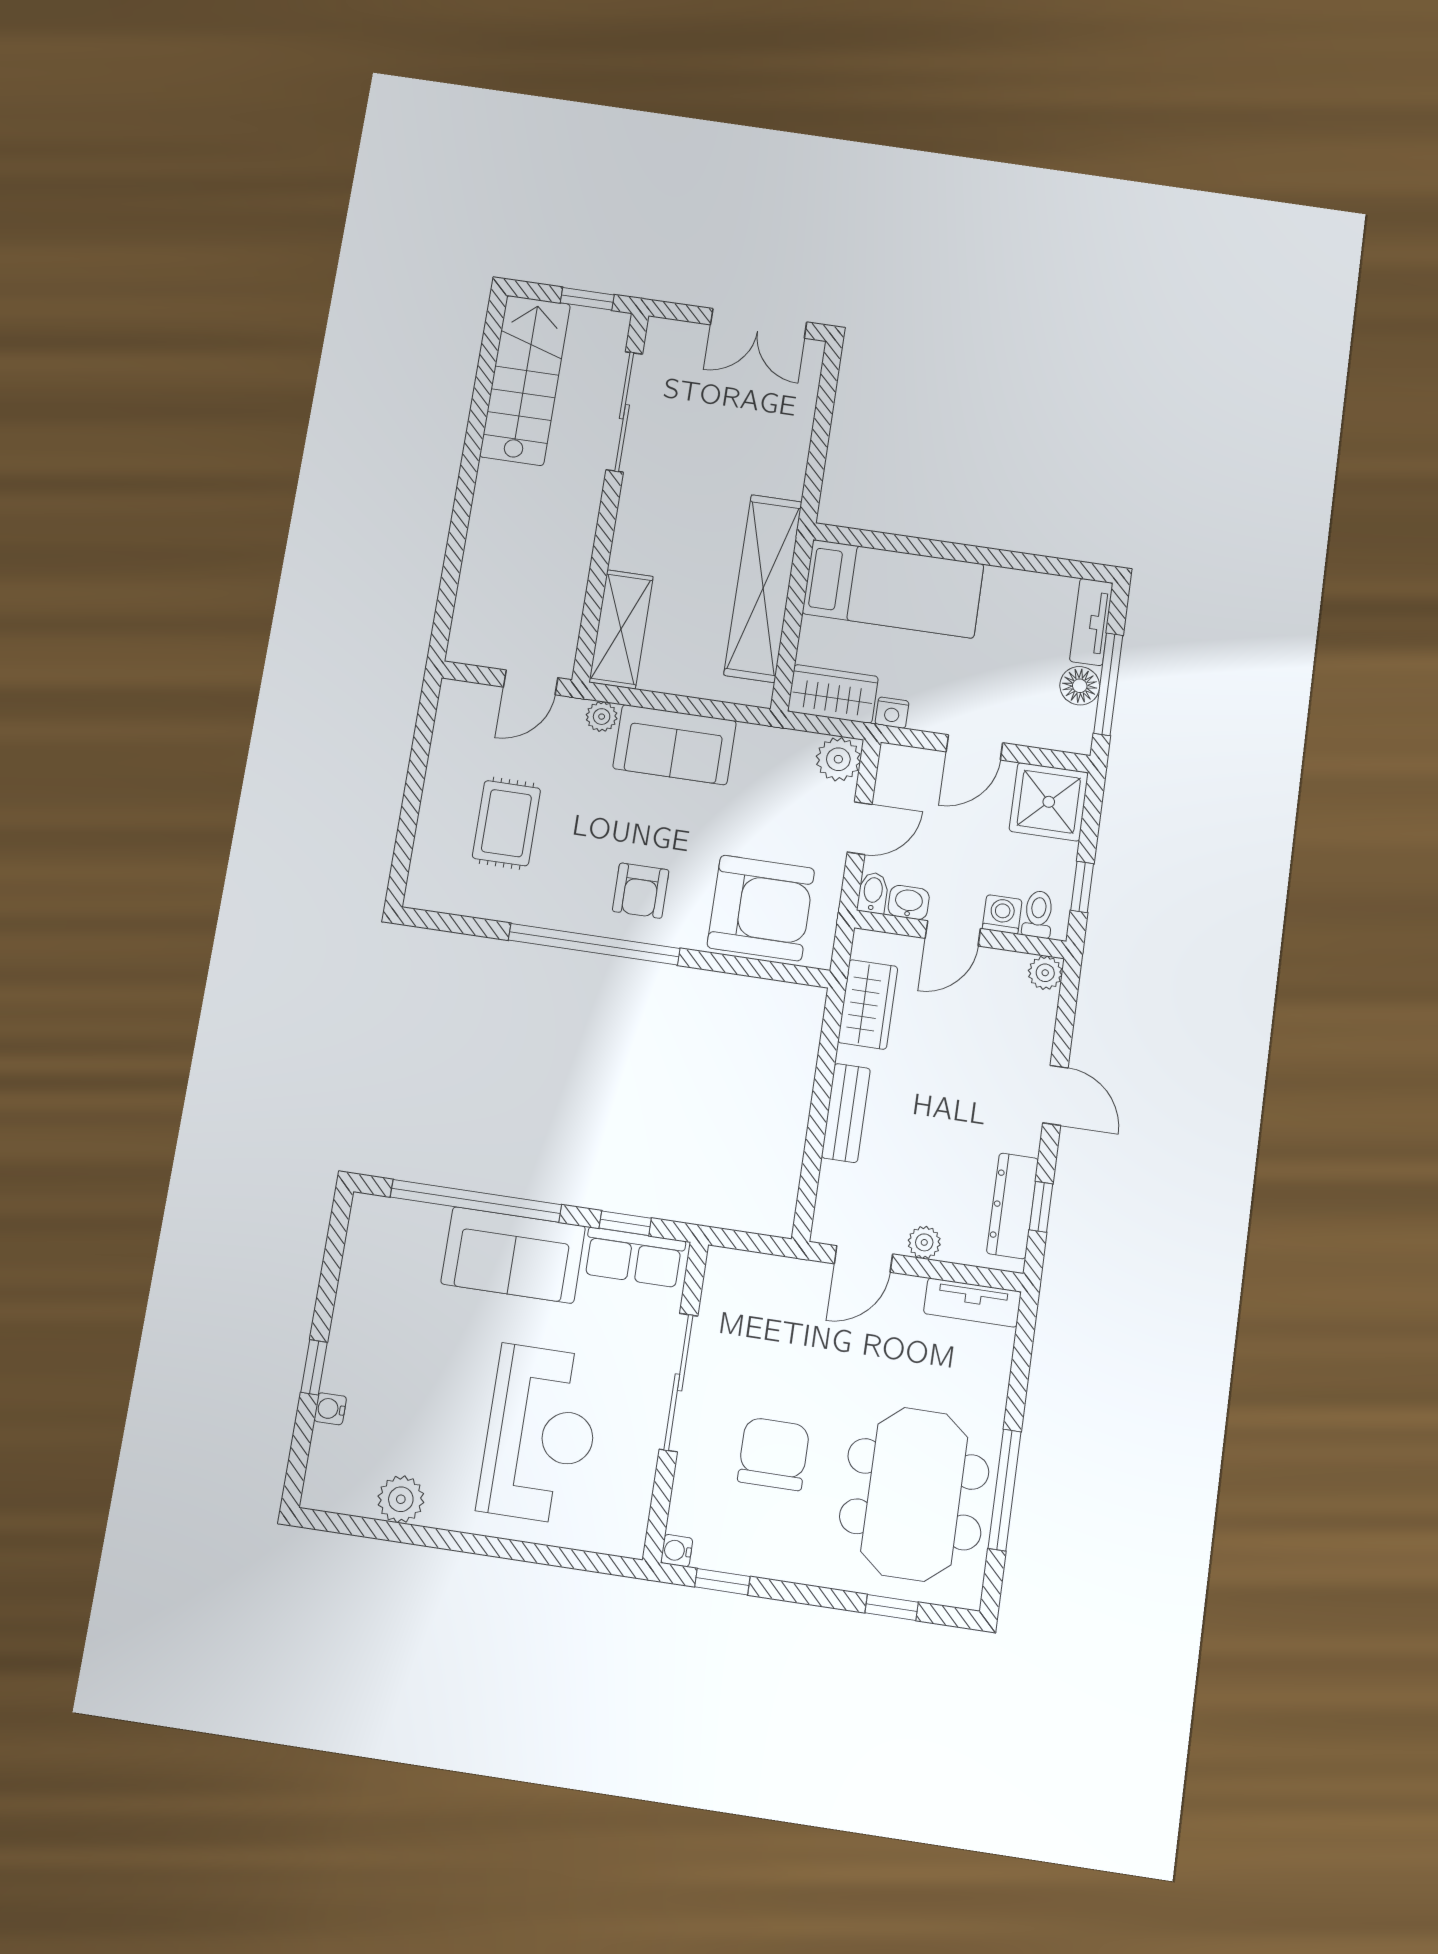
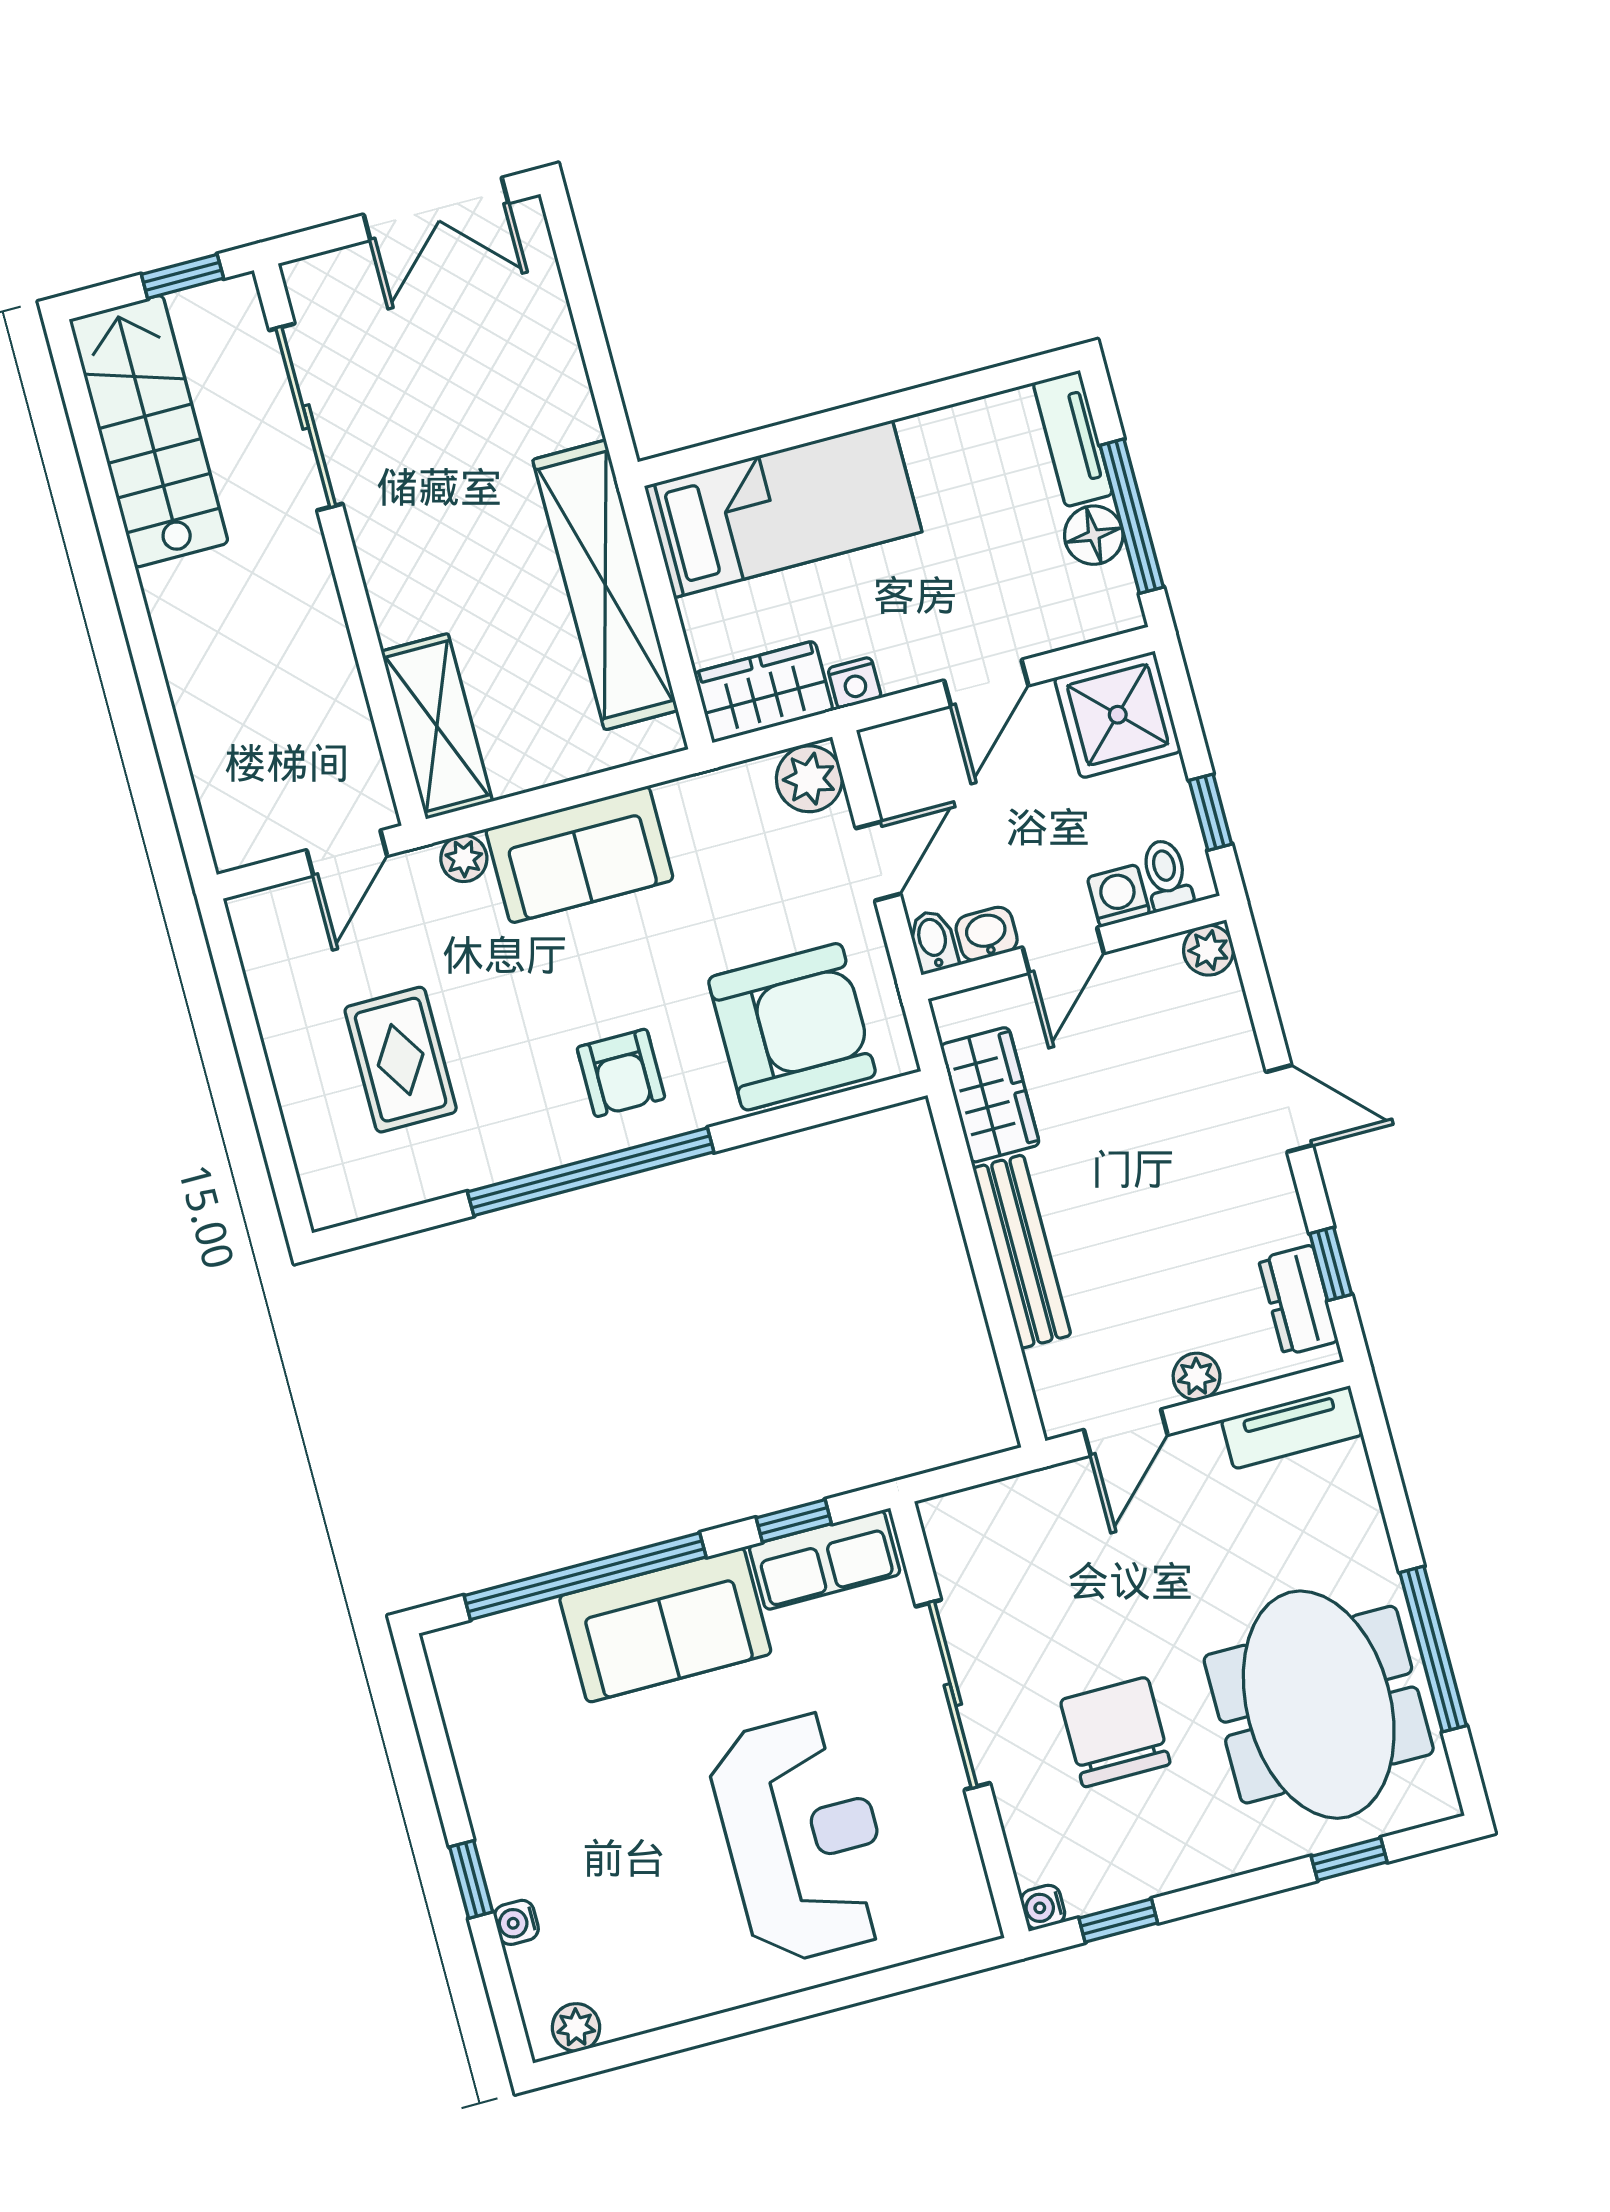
bench: (846, 1113) -> (1022, 1252), width x1.36
dresser: (1012, 1206) -> (1298, 1300), width x0.70
plant: (401, 1499) -> (576, 2027), moved, width x0.73, depth x0.73

